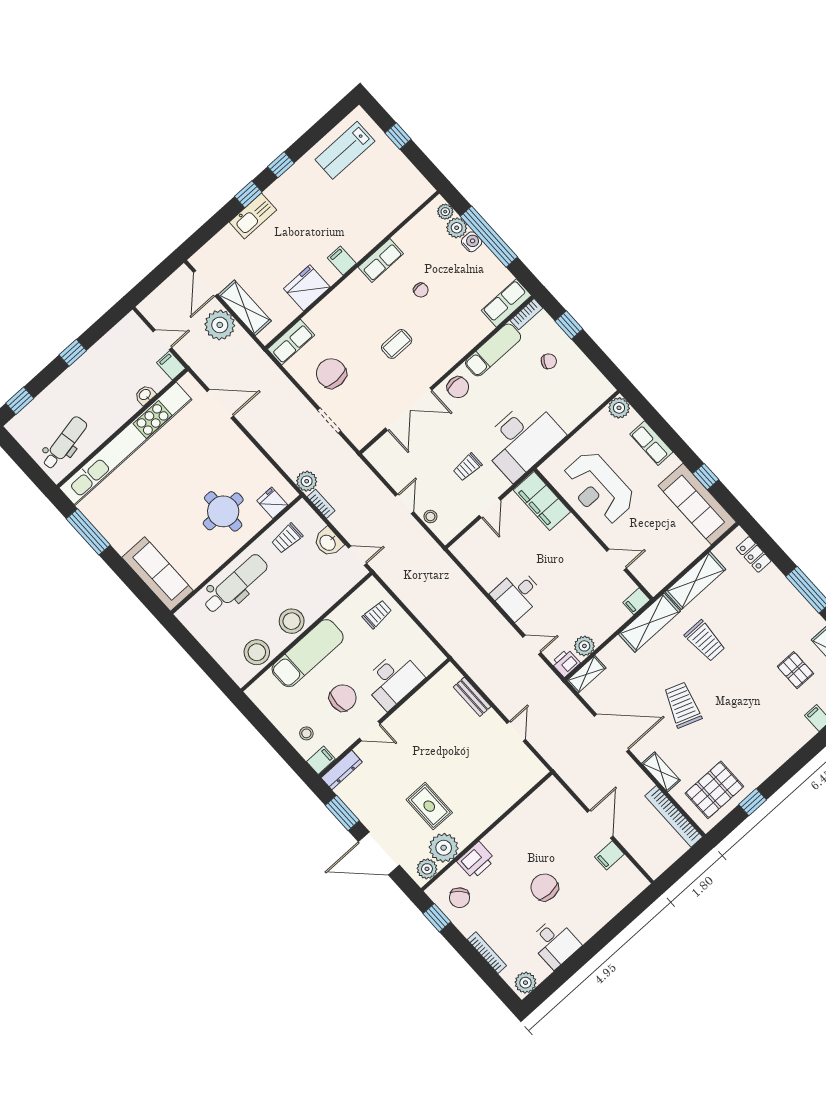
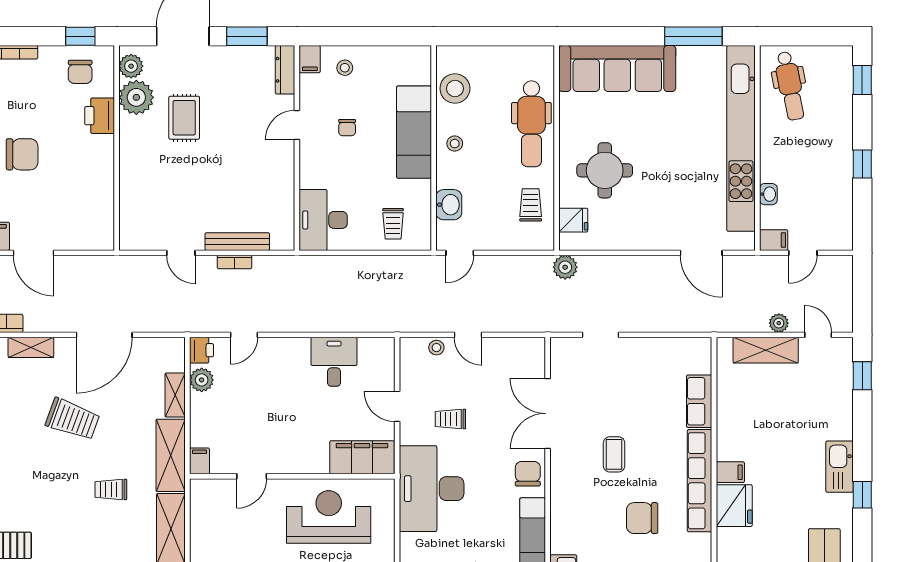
window: (248, 194) -> (862, 376), moved
kitchen sink: (253, 216) -> (840, 467), moved
row of seats: (381, 260) -> (700, 481), width x2.02
door: (205, 283) -> (818, 335), width x0.73
fridge: (307, 288) -> (734, 506), moved
chair: (421, 290) -> (642, 518), width x1.87, depth x1.87
plant: (220, 325) -> (779, 323), width x0.53, depth x0.53
row of seats: (291, 342) -> (699, 401), moved
chair: (331, 373) -> (640, 374), removed
chair: (458, 387) -> (528, 474), turned 90
door: (220, 404) -> (701, 253), hinge flipped
trolley: (467, 467) -> (450, 419), turned -90
bookcase: (321, 504) -> (234, 262), moved
washbasin: (328, 542) -> (449, 205), moved, turned 90
sofa: (158, 574) -> (617, 69), width x1.36, depth x1.27
desk: (517, 595) -> (334, 362), moved
stool: (292, 621) -> (455, 144), width x0.53, depth x0.53
trolley: (705, 641) -> (111, 489), width x0.73, depth x0.72
shelving: (586, 674) -> (175, 395), moved
desk: (393, 680) -> (323, 220), moved
bench: (472, 697) -> (237, 242), width x1.36
chair: (343, 698) -> (347, 128), width x0.54, depth x0.54
rug: (429, 806) -> (184, 118), turned 90
chair: (460, 898) -> (80, 72), turned -136

